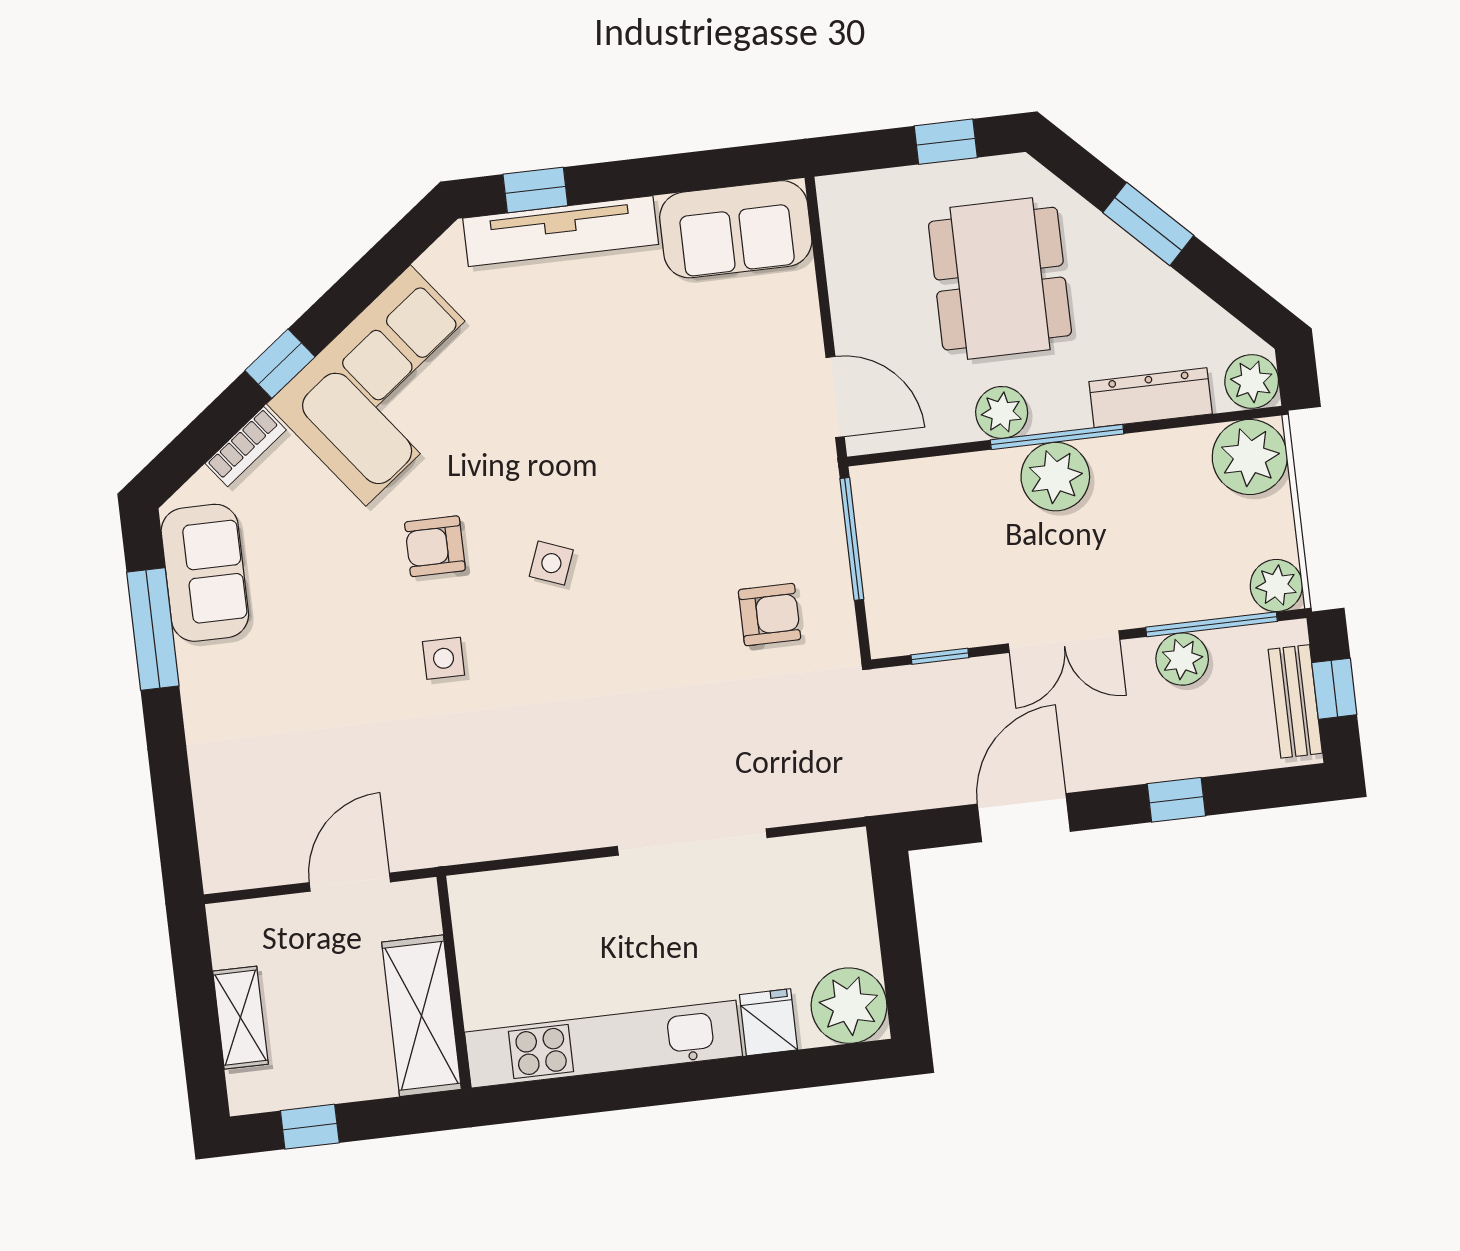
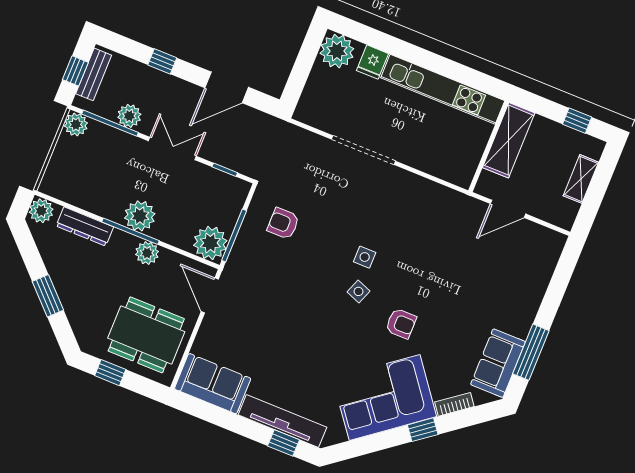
dining table: (1000, 279) -> (146, 335), moved, turned 90
plant: (1250, 457) -> (210, 243), moved
side table: (444, 658) -> (365, 257), moved

